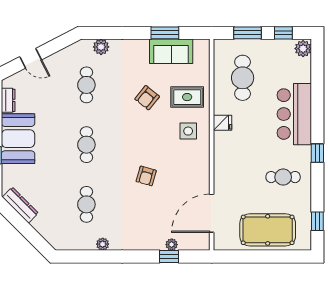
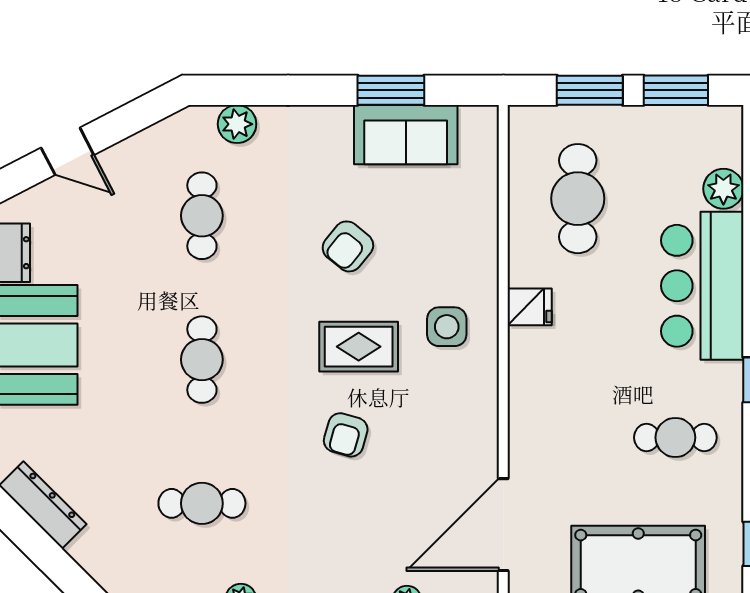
window: (283, 33) -> (676, 90), width x1.50
plant: (303, 49) -> (723, 189), moved
rug: (187, 97) -> (359, 347), moved
cafe table: (86, 204) -> (202, 503), turned 90

